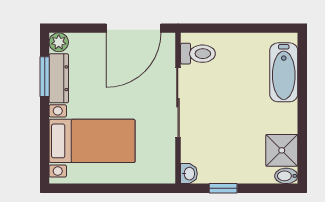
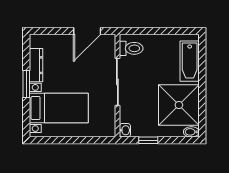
door: (134, 28) -> (87, 31), width x0.73
plant: (59, 42) -> (36, 41), removed
window: (45, 77) -> (26, 84), moved
shower: (282, 150) -> (179, 105), width x1.86, depth x1.86

